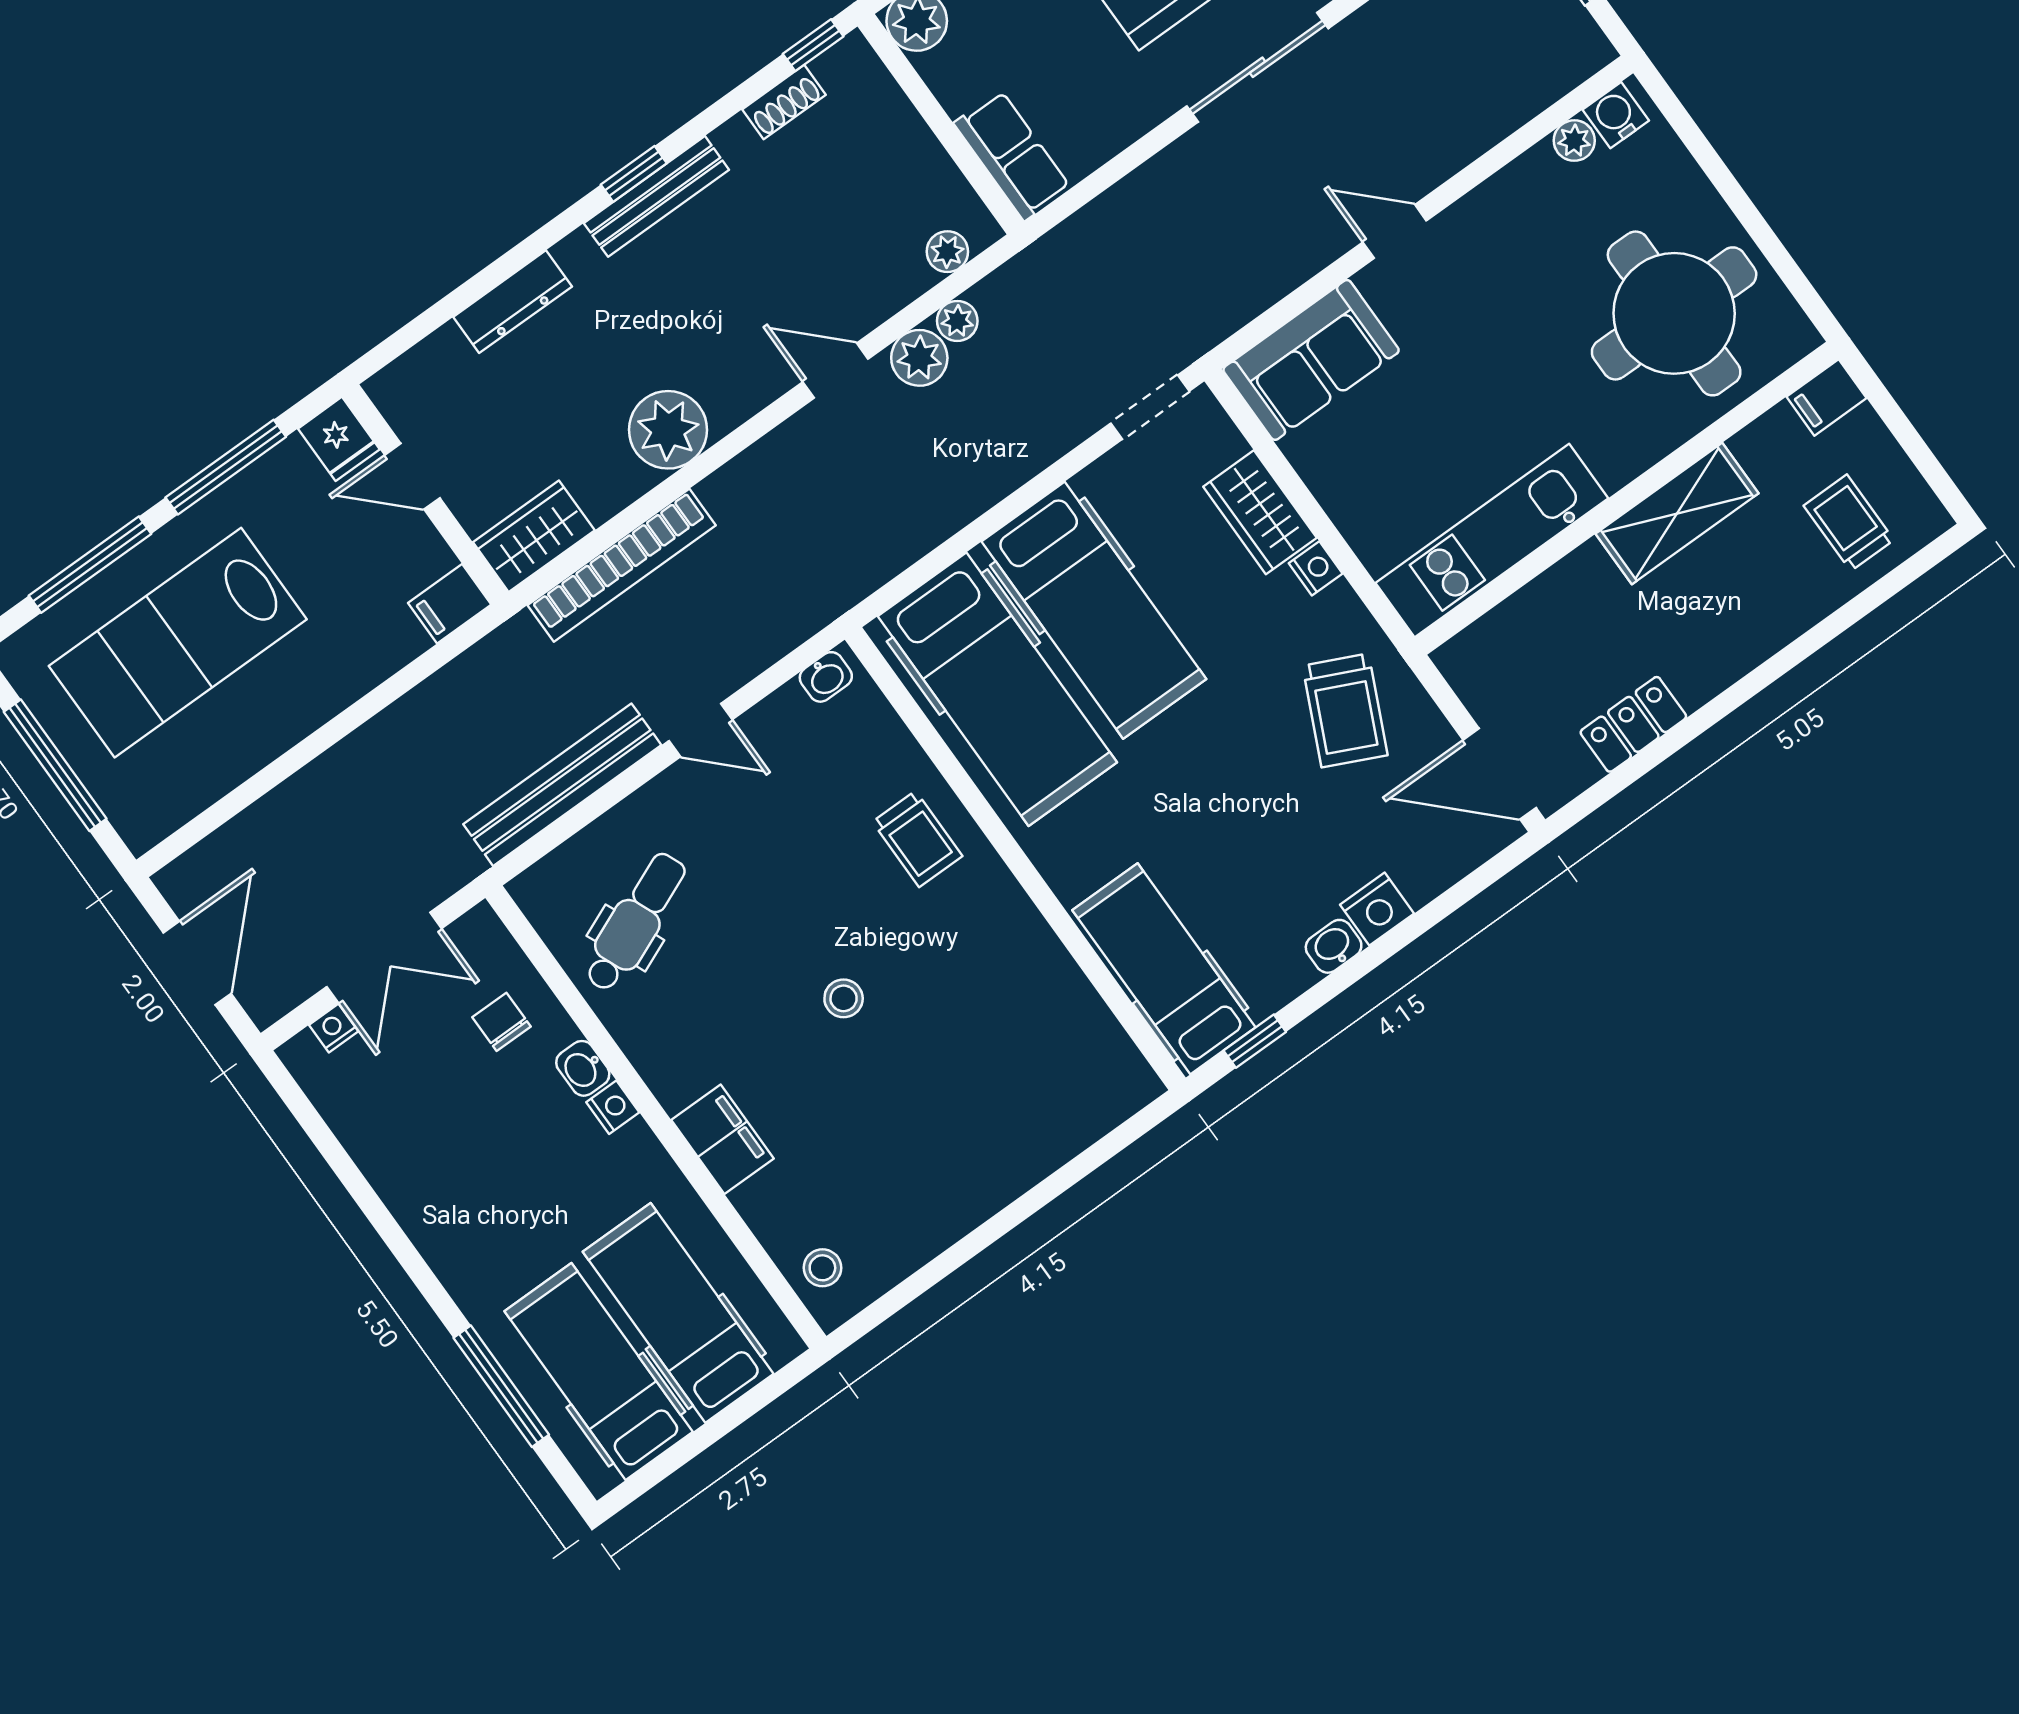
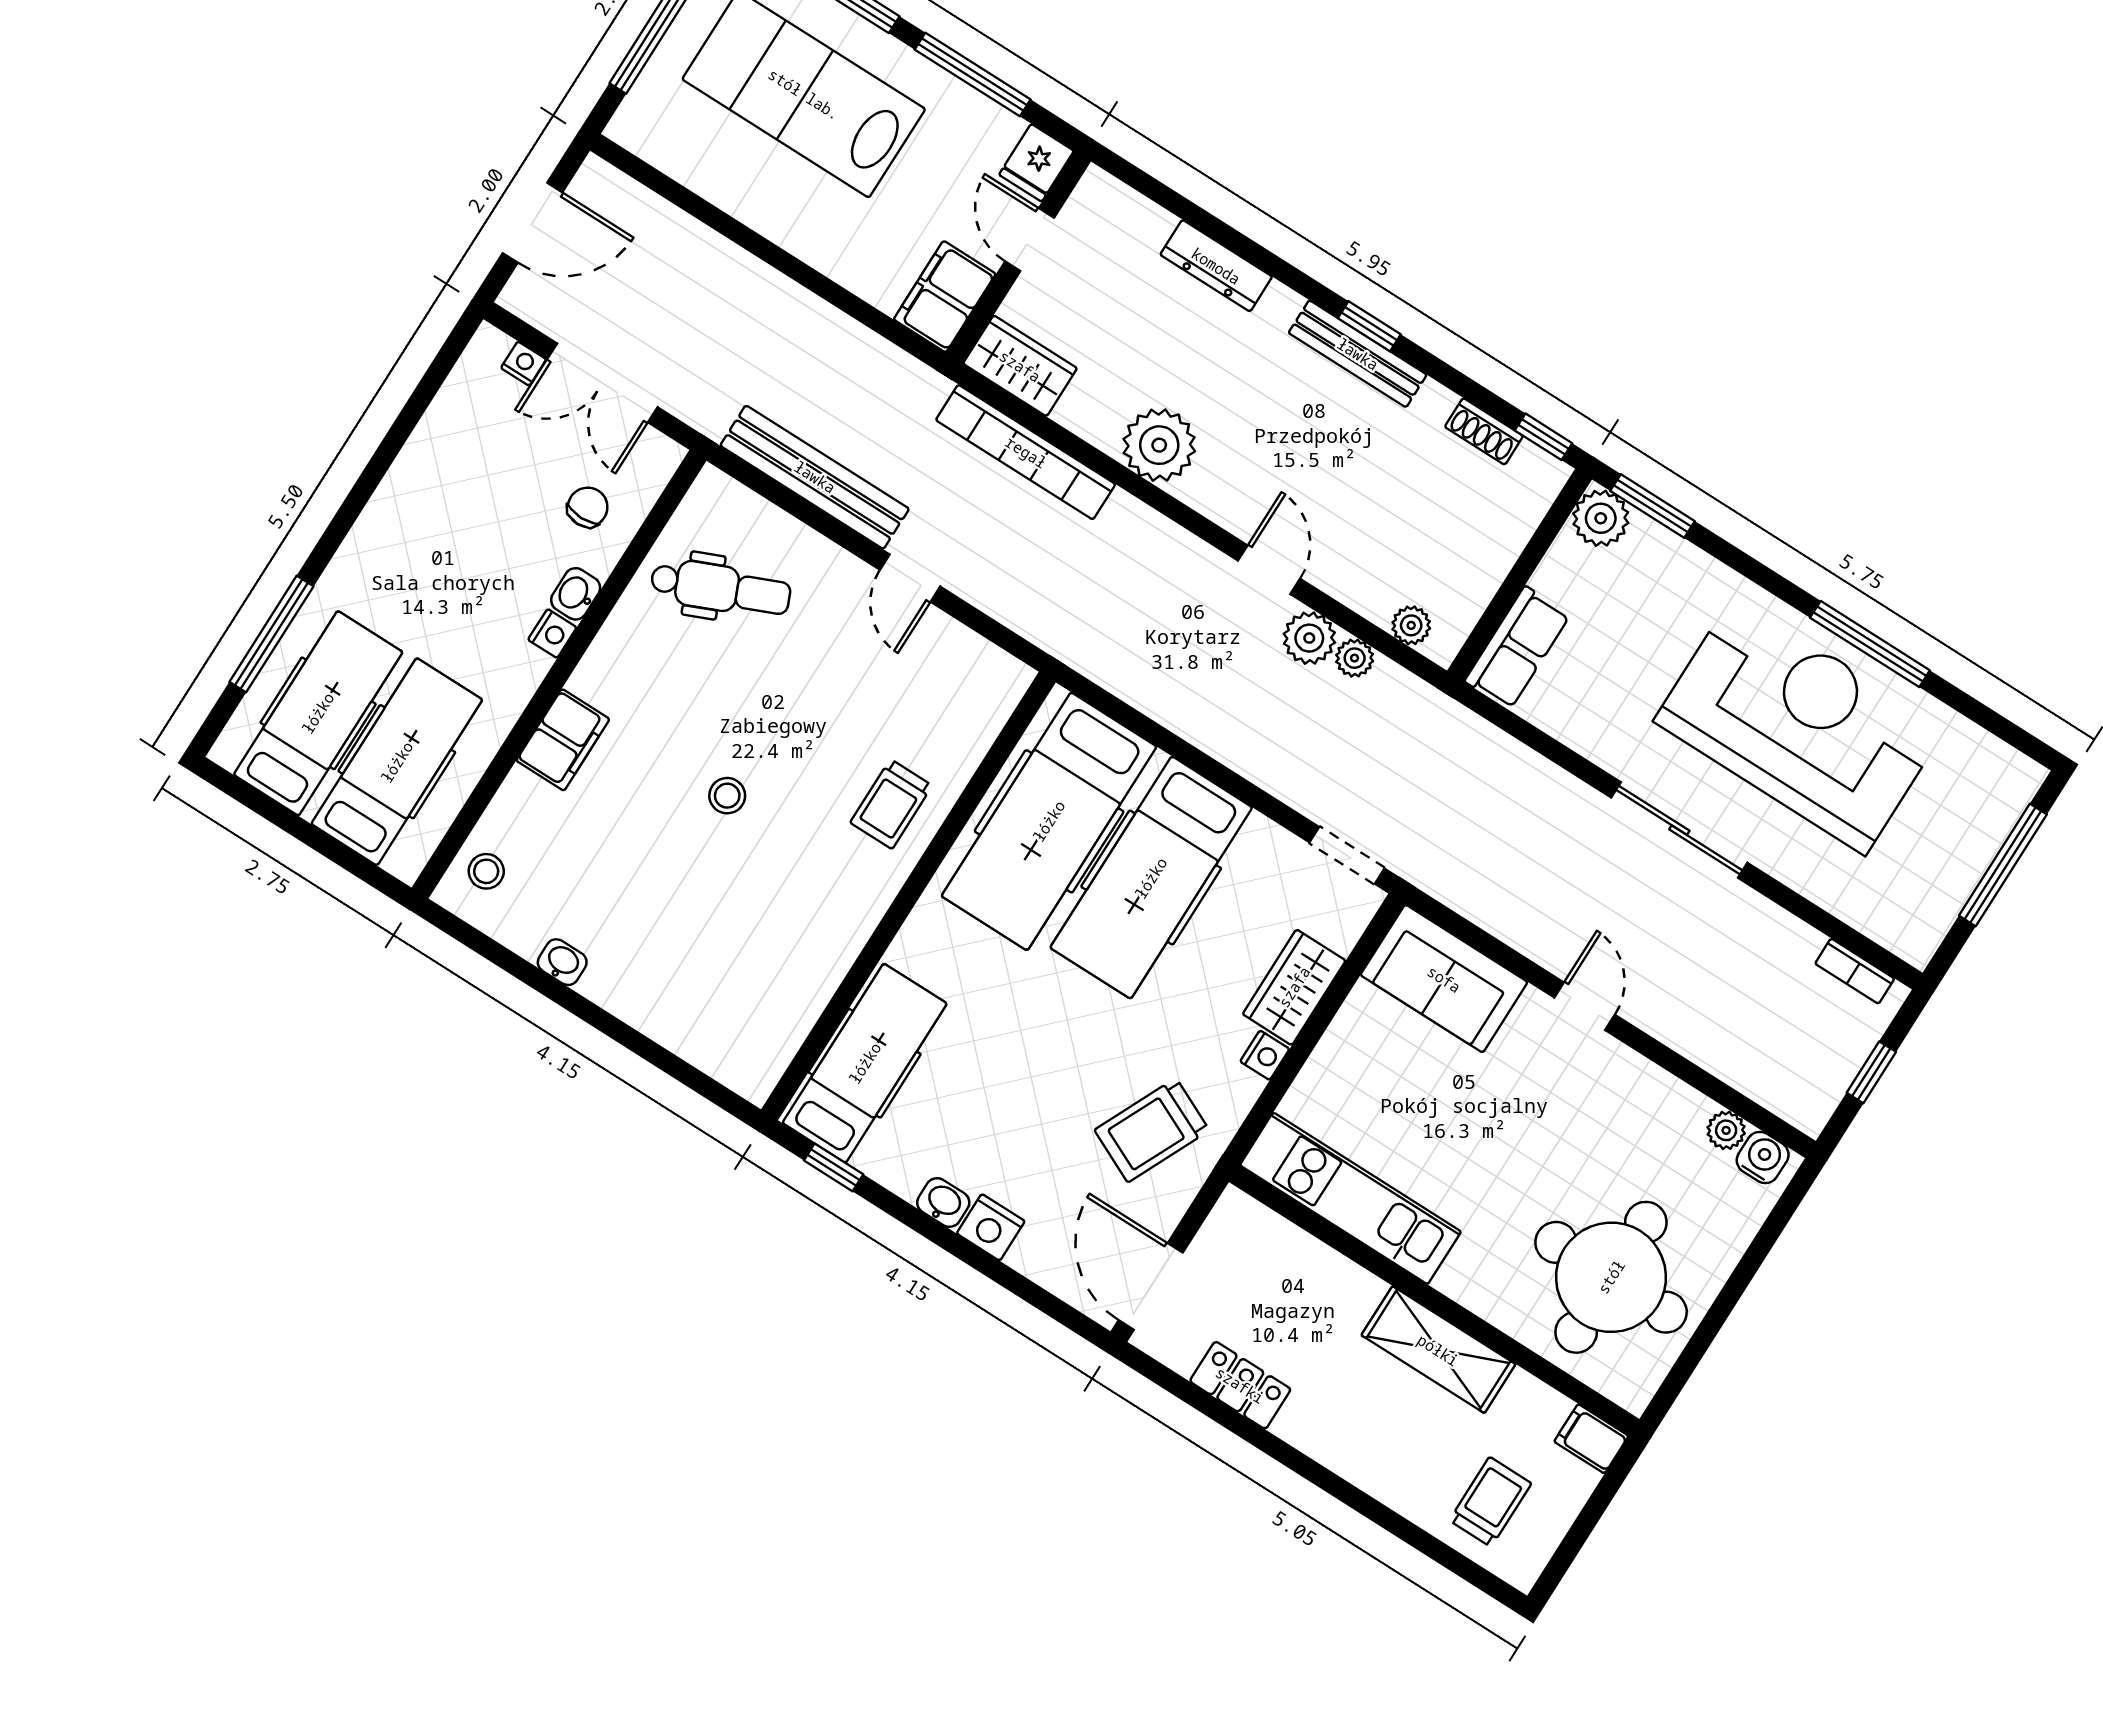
filing cabinet: (450, 604) -> (945, 297), width x2.00
washbasin: (826, 677) -> (562, 962), moved, turned 180

